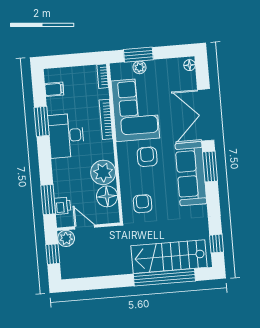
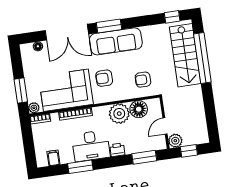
floor lamp: (190, 65) -> (38, 46), moved
plant: (139, 67) -> (34, 108), moved
printer: (63, 206) -> (117, 150), moved

